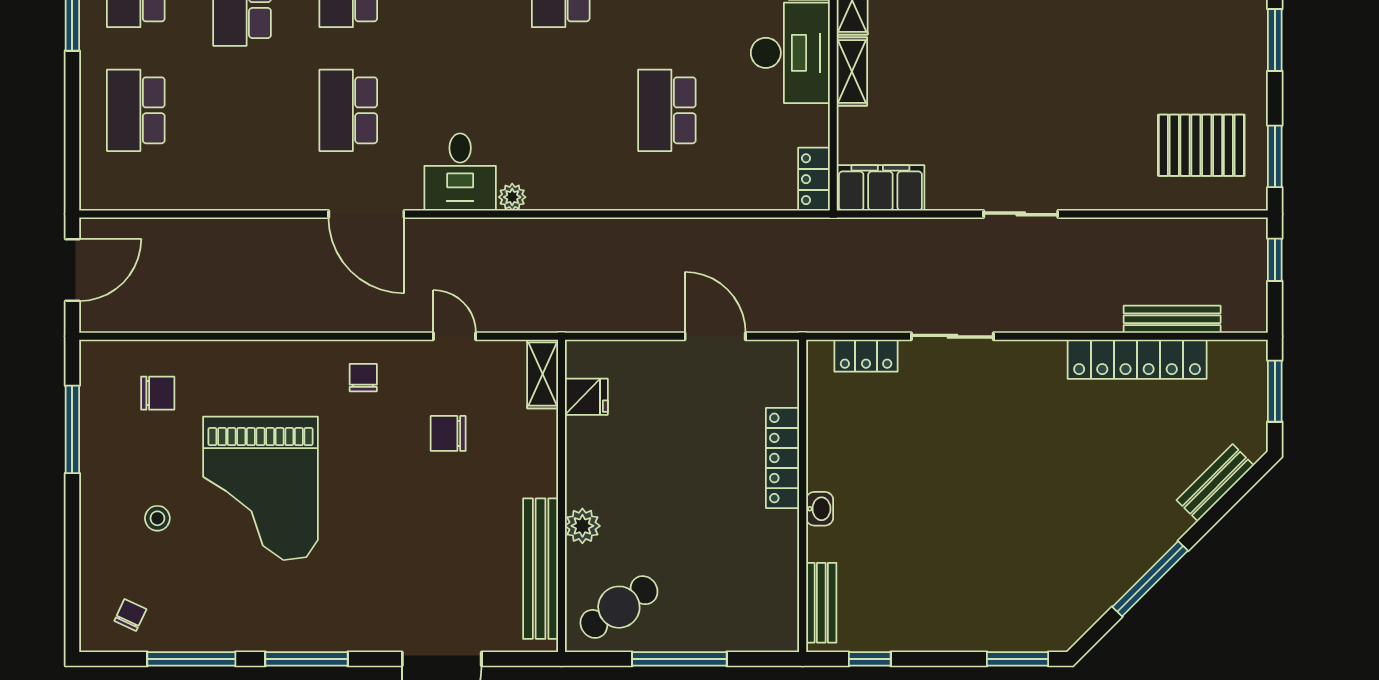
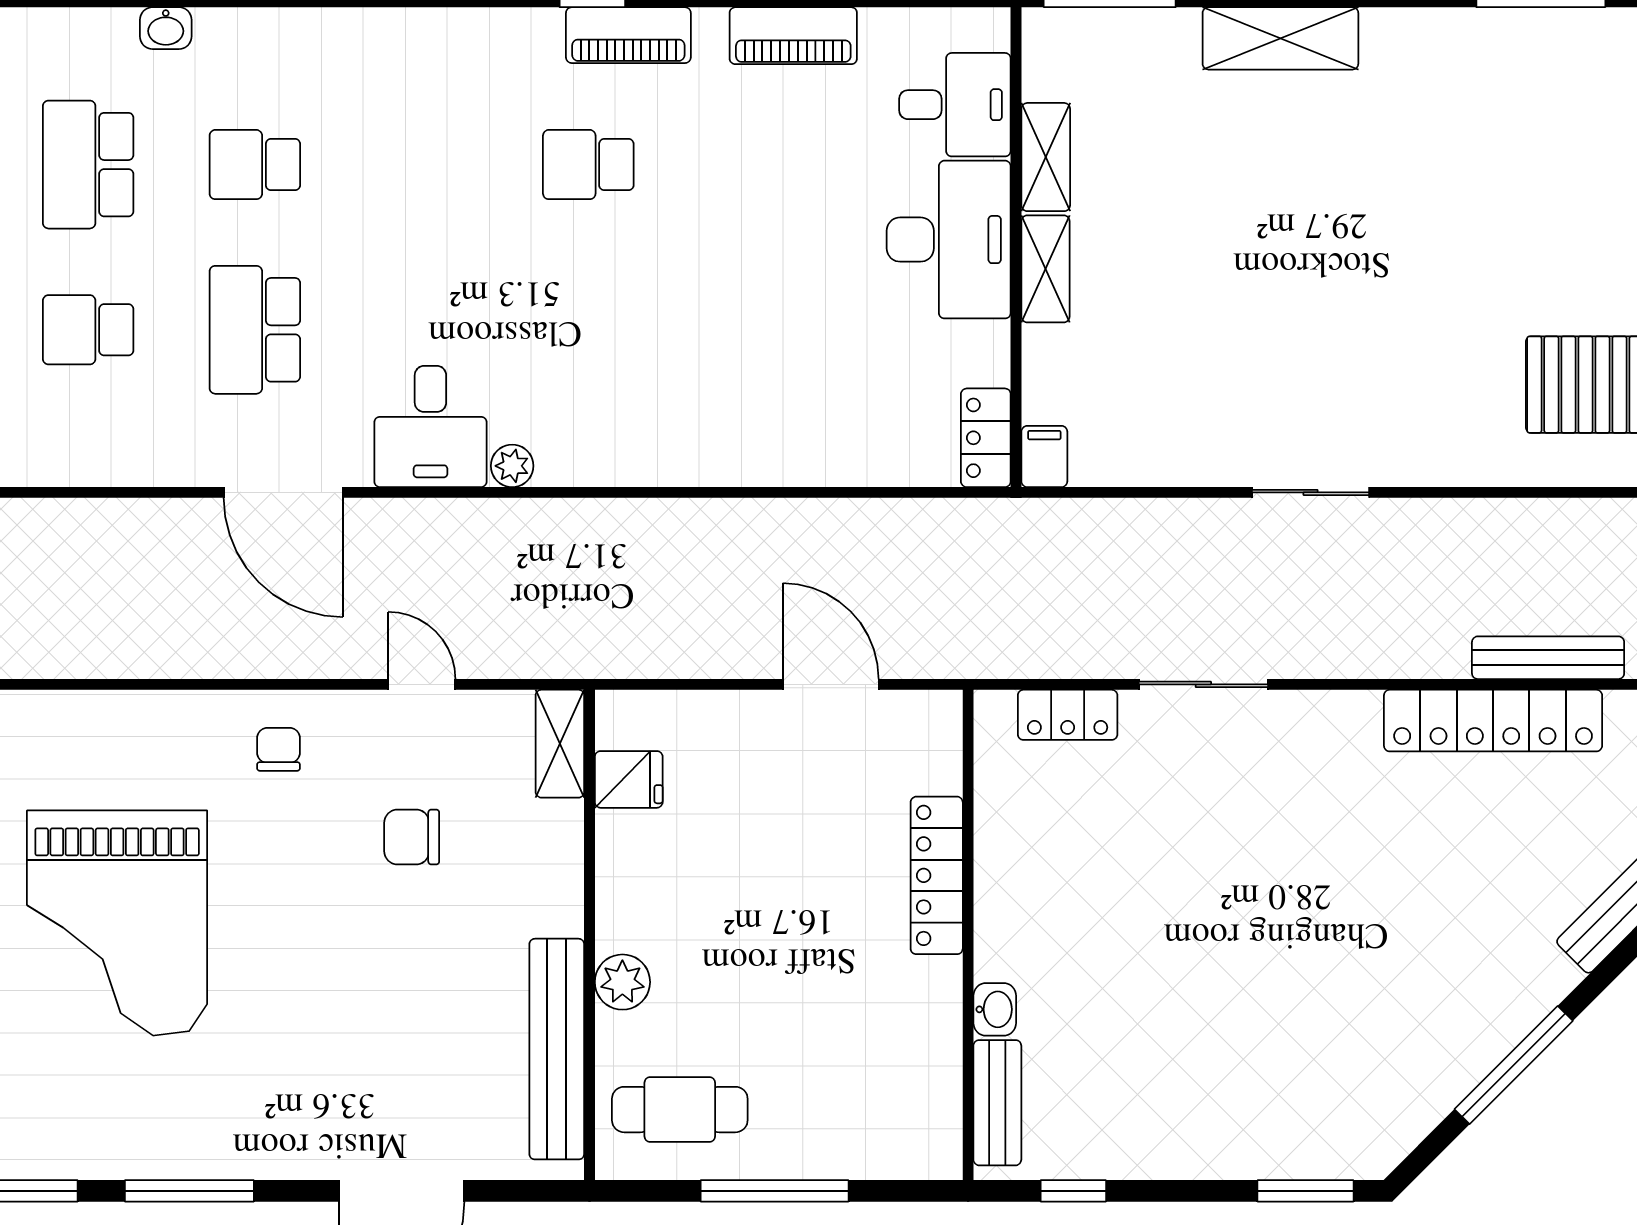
school desk: (667, 110) -> (88, 330), moved, width x0.54
filing cabinet: (880, 188) -> (1044, 456), width x0.33, depth x0.86
washbasin: (820, 509) -> (995, 1009), moved
cafe table: (619, 607) -> (680, 1110), turned 34

